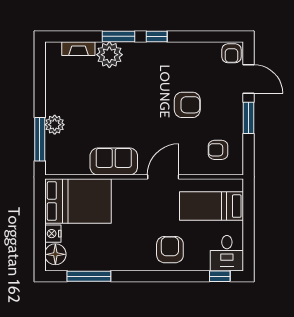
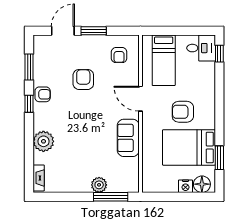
window: (118, 36) -> (29, 67), moved
fireplace: (78, 49) -> (39, 178), moved
armchair: (232, 53) -> (43, 94), moved
bed: (78, 201) -> (189, 147), moved, turned -90
armchair: (170, 250) -> (183, 112), moved
window: (89, 276) -> (219, 158), width x0.69

